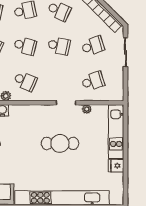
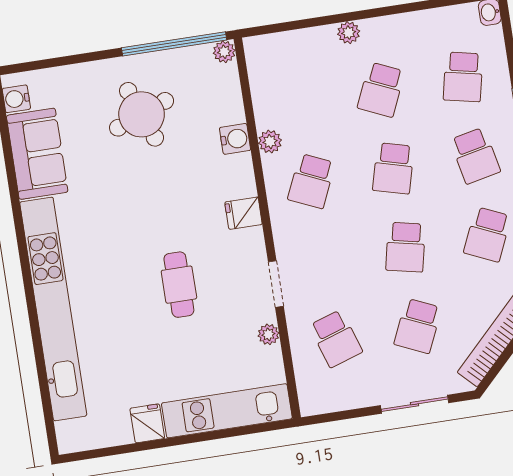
school desk: (93, 46) -> (418, 326), turned 42
fridge: (34, 112) -> (243, 213), added
cafe table: (60, 143) -> (179, 285), width x0.73, depth x0.74

